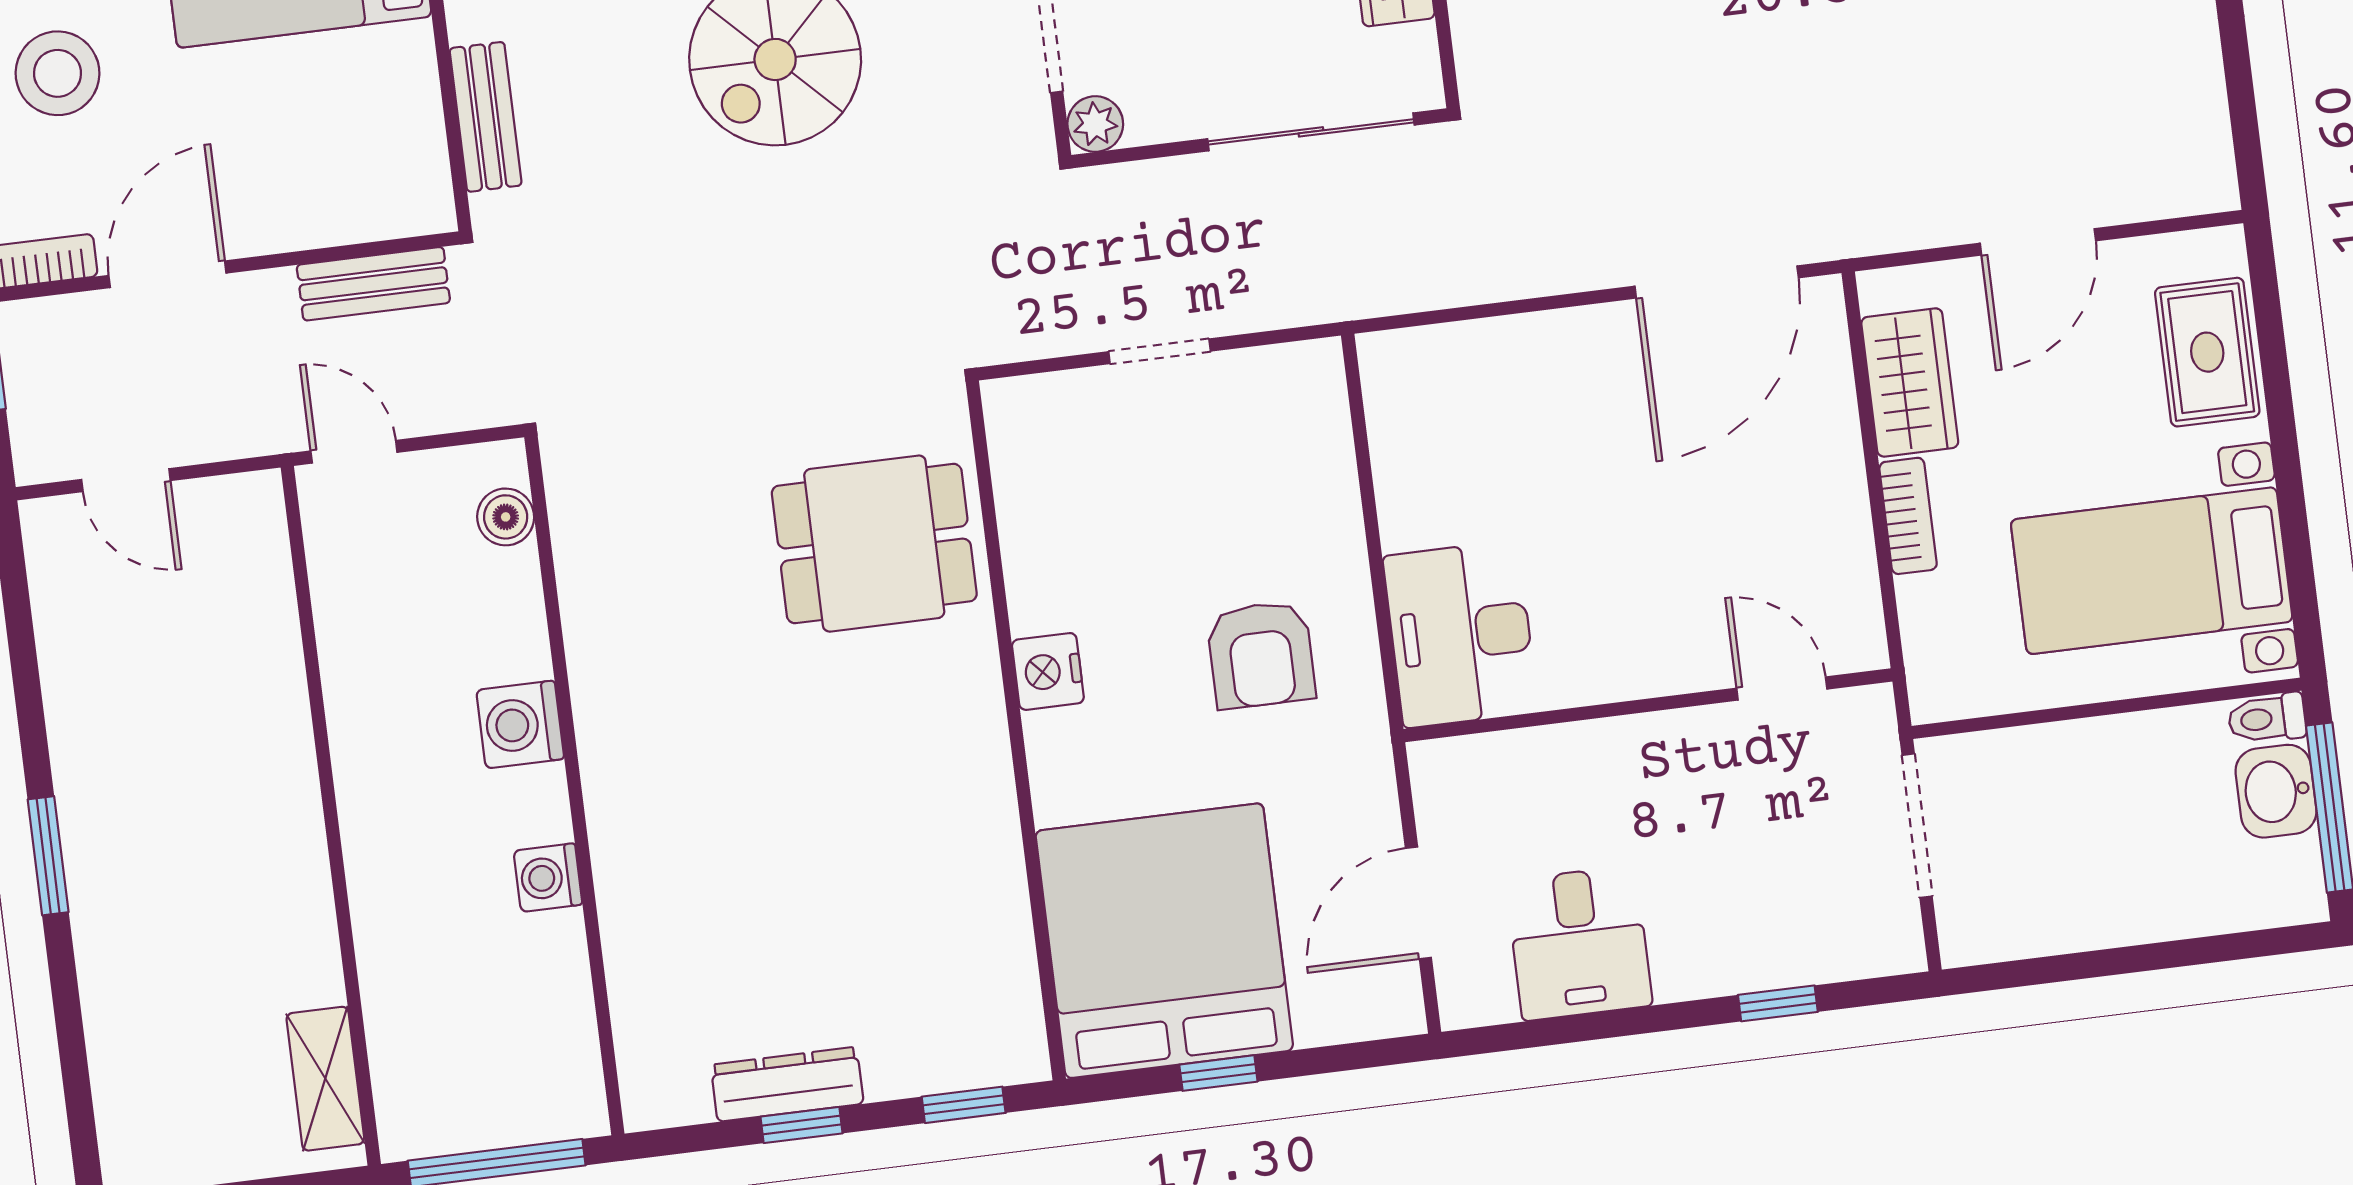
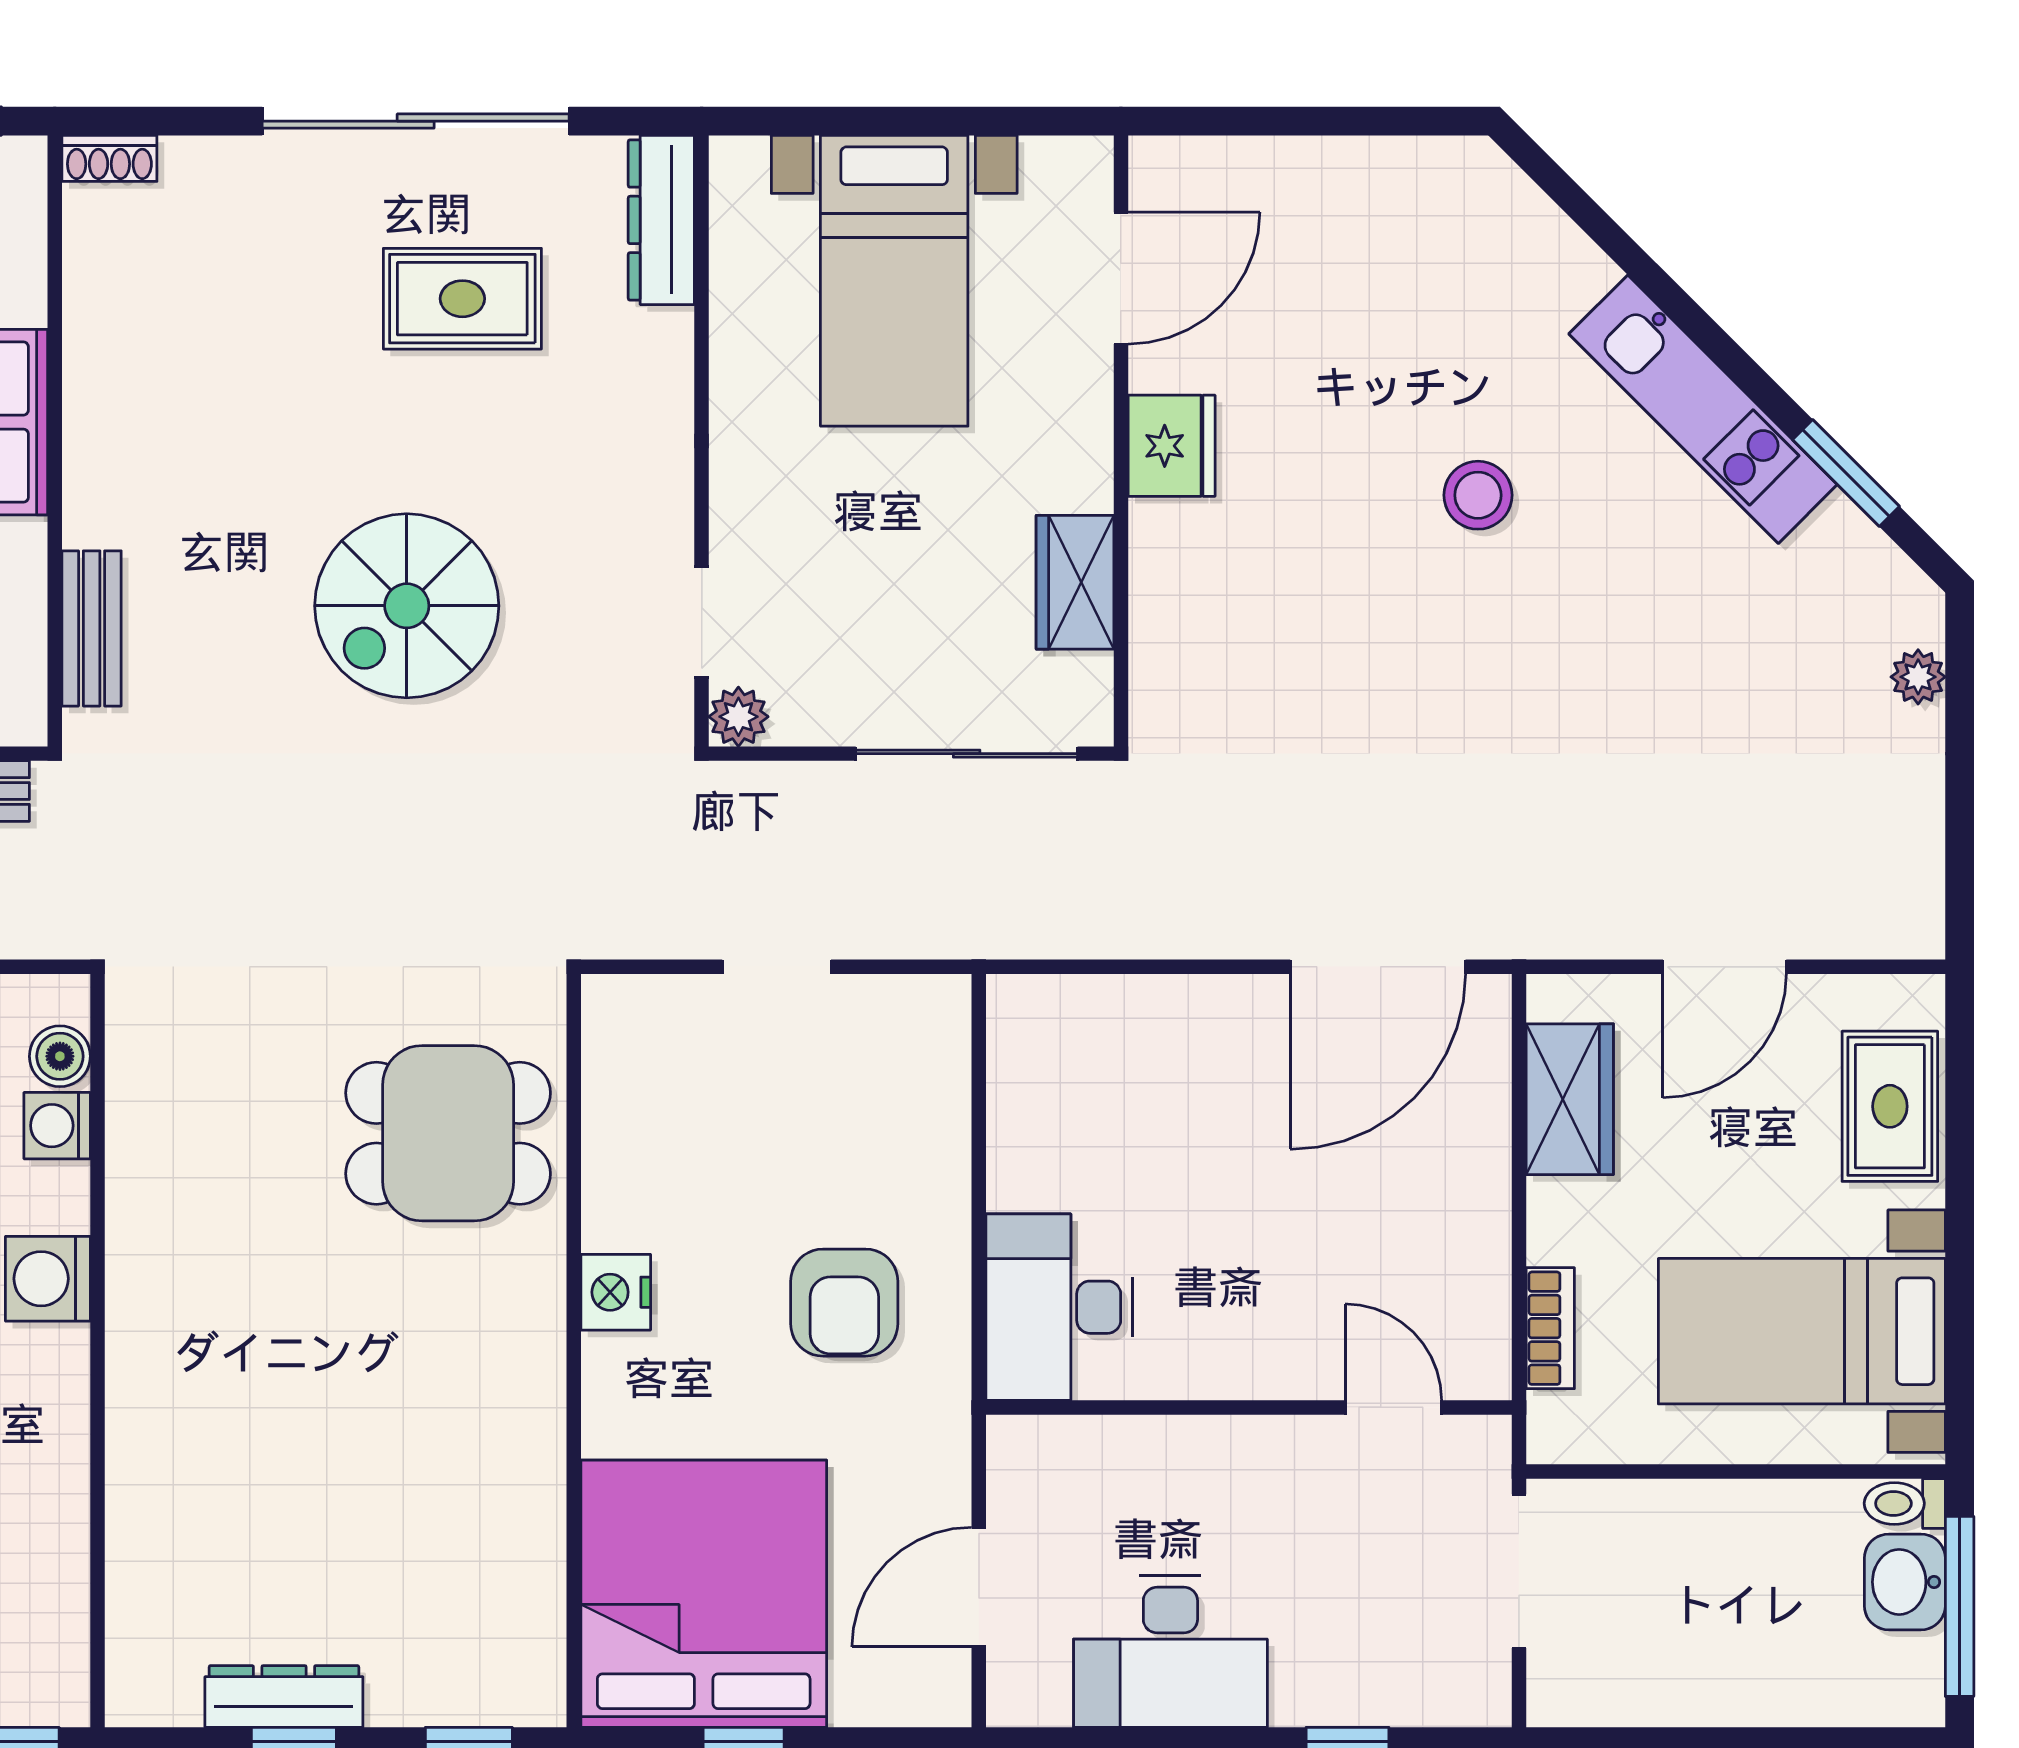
bookcase: (1908, 516) -> (1550, 1328), moved
washing machine: (548, 878) -> (57, 1126), moved
desk: (1579, 943) -> (1170, 1651), width x1.37

